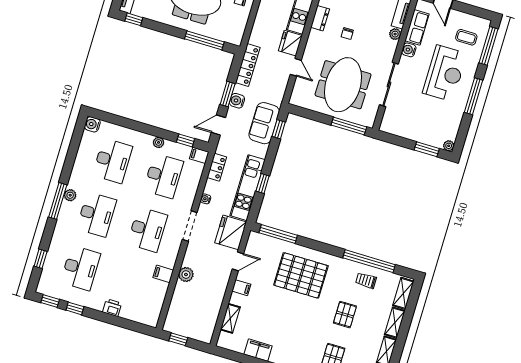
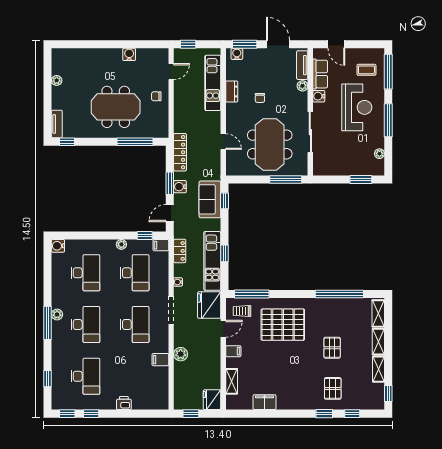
fridge: (290, 43) -> (212, 400), moved
plant: (449, 146) -> (379, 154), moved
trolley: (366, 280) -> (242, 311), moved

